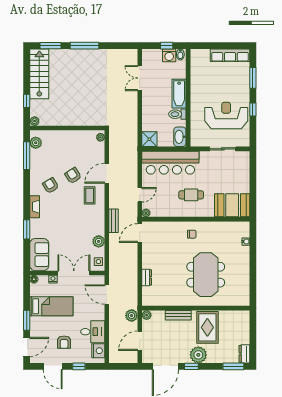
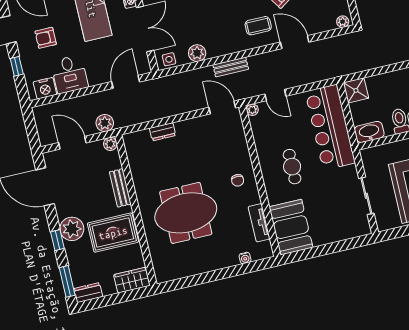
tv unit: (224, 226) -> (259, 223), added
wardrobe: (243, 322) -> (132, 280), added
window: (191, 366) -> (57, 240), moved

